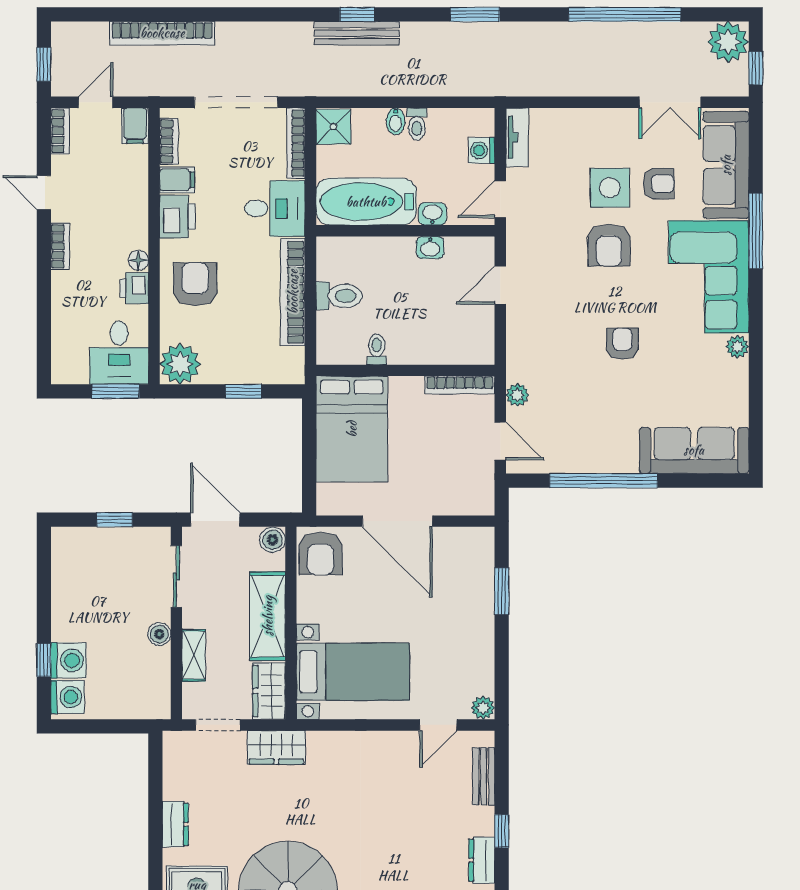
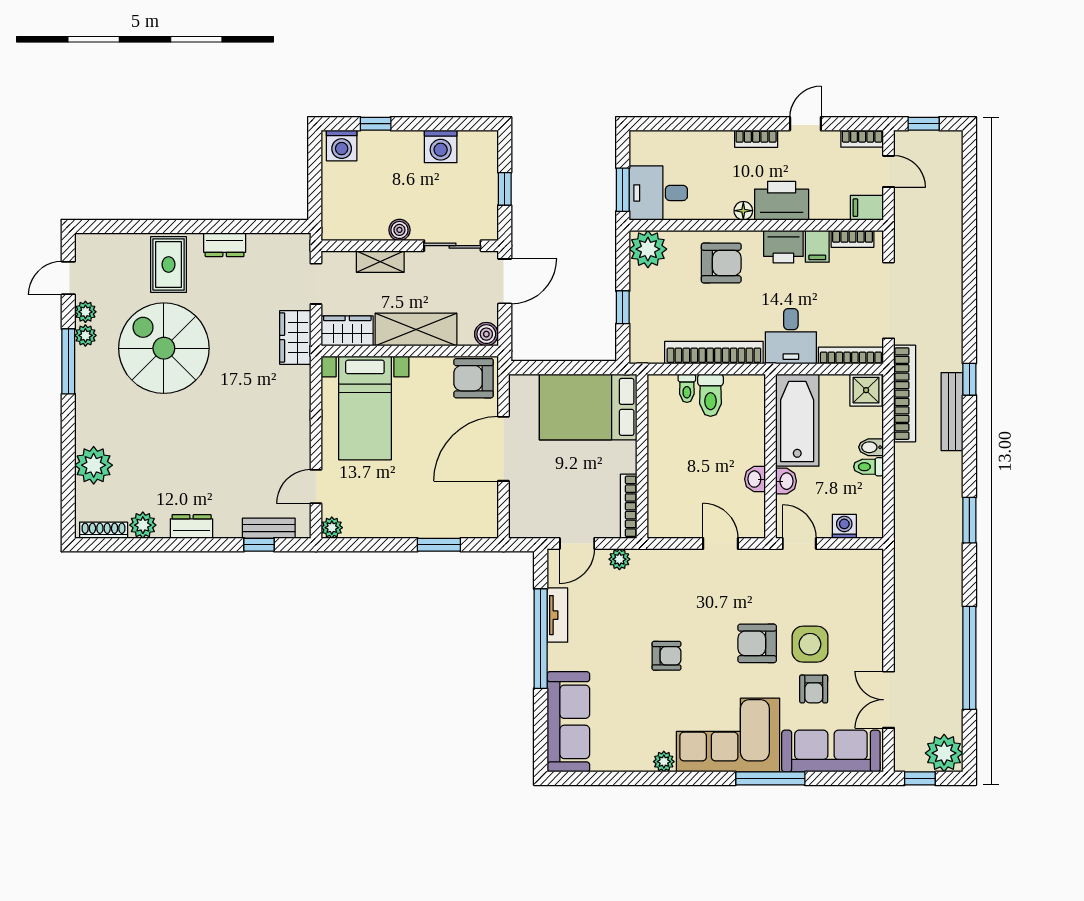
window: (357, 14) -> (969, 379), moved
bookcase: (162, 33) -> (905, 394), moved, turned 180
tv unit: (517, 137) -> (557, 615), moved, turned -90
printer: (134, 288) -> (782, 201), moved, width x1.87, depth x1.48
toilet: (377, 349) -> (687, 388), moved, turned 90
washing machine: (68, 660) -> (441, 146), moved
door: (438, 725) -> (316, 486), hinge flipped
window: (502, 831) -> (259, 545), moved

